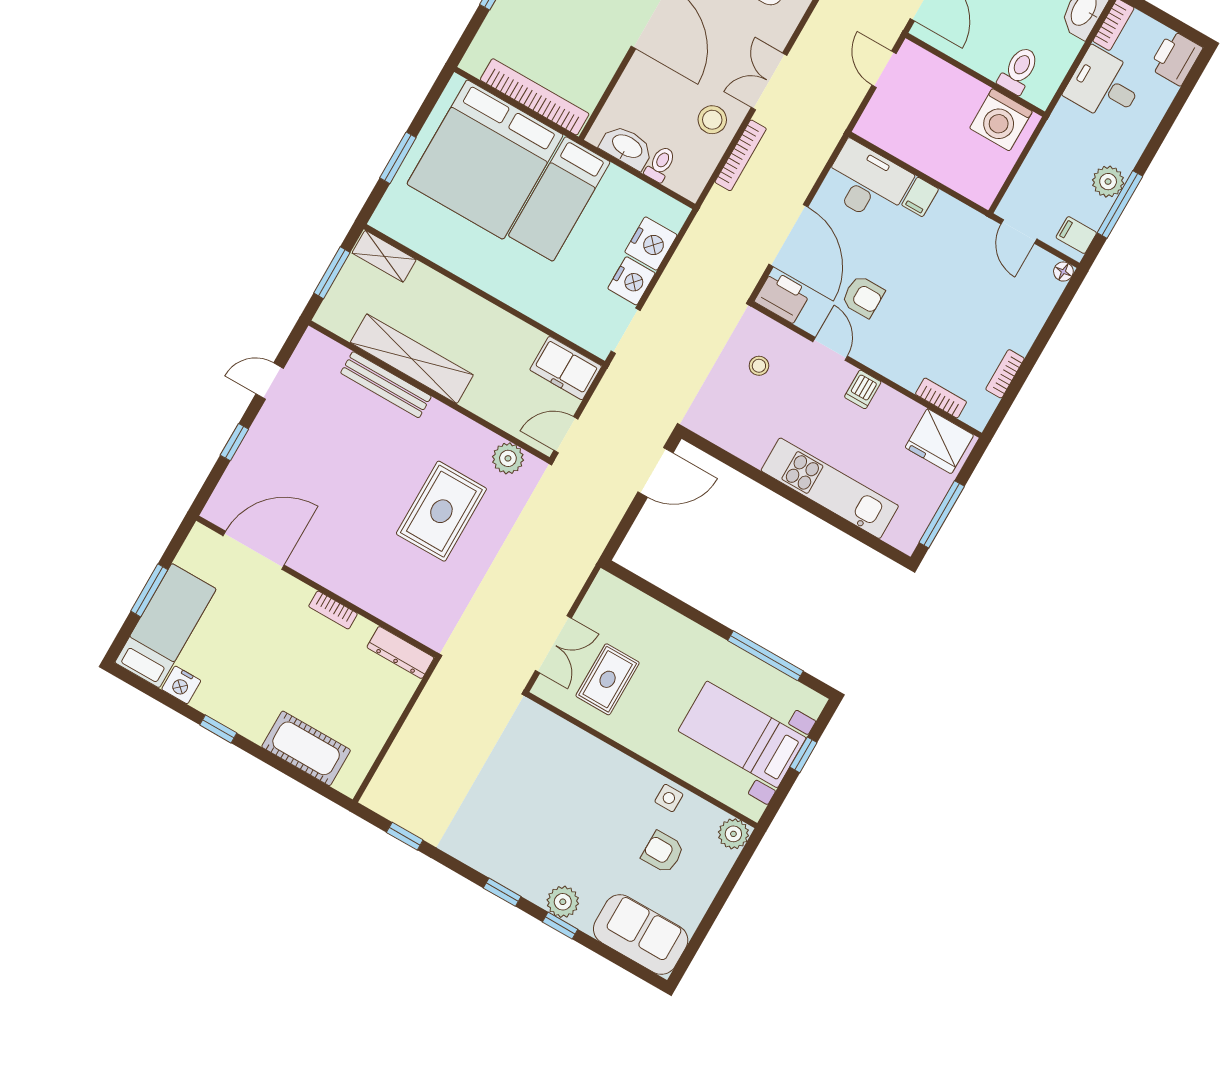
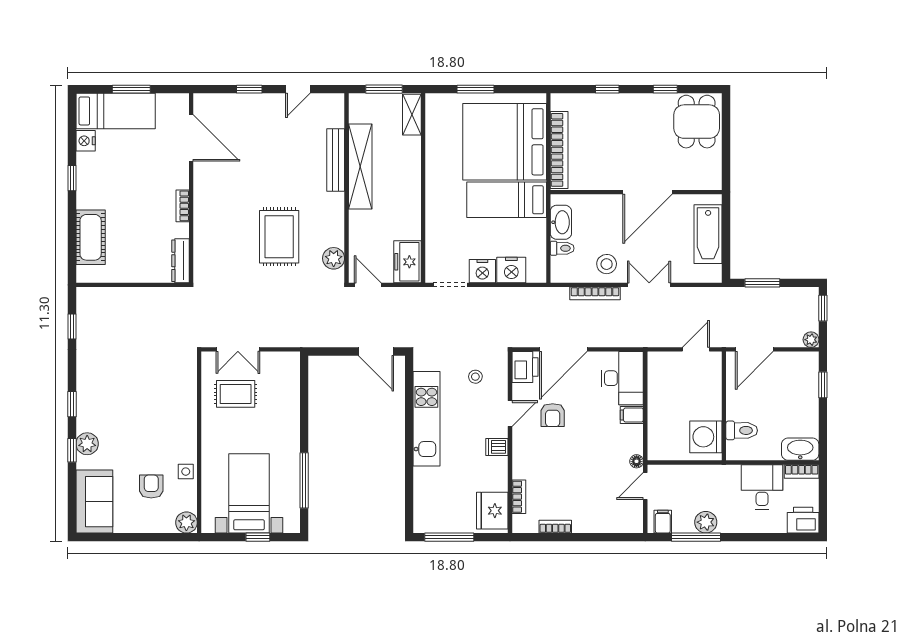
floor lamp: (1063, 272) -> (637, 461), moved
door: (270, 381) -> (298, 89), swing flipped
kitchen unit: (830, 488) -> (426, 419), moved
rug: (441, 511) -> (279, 237), turned 90

